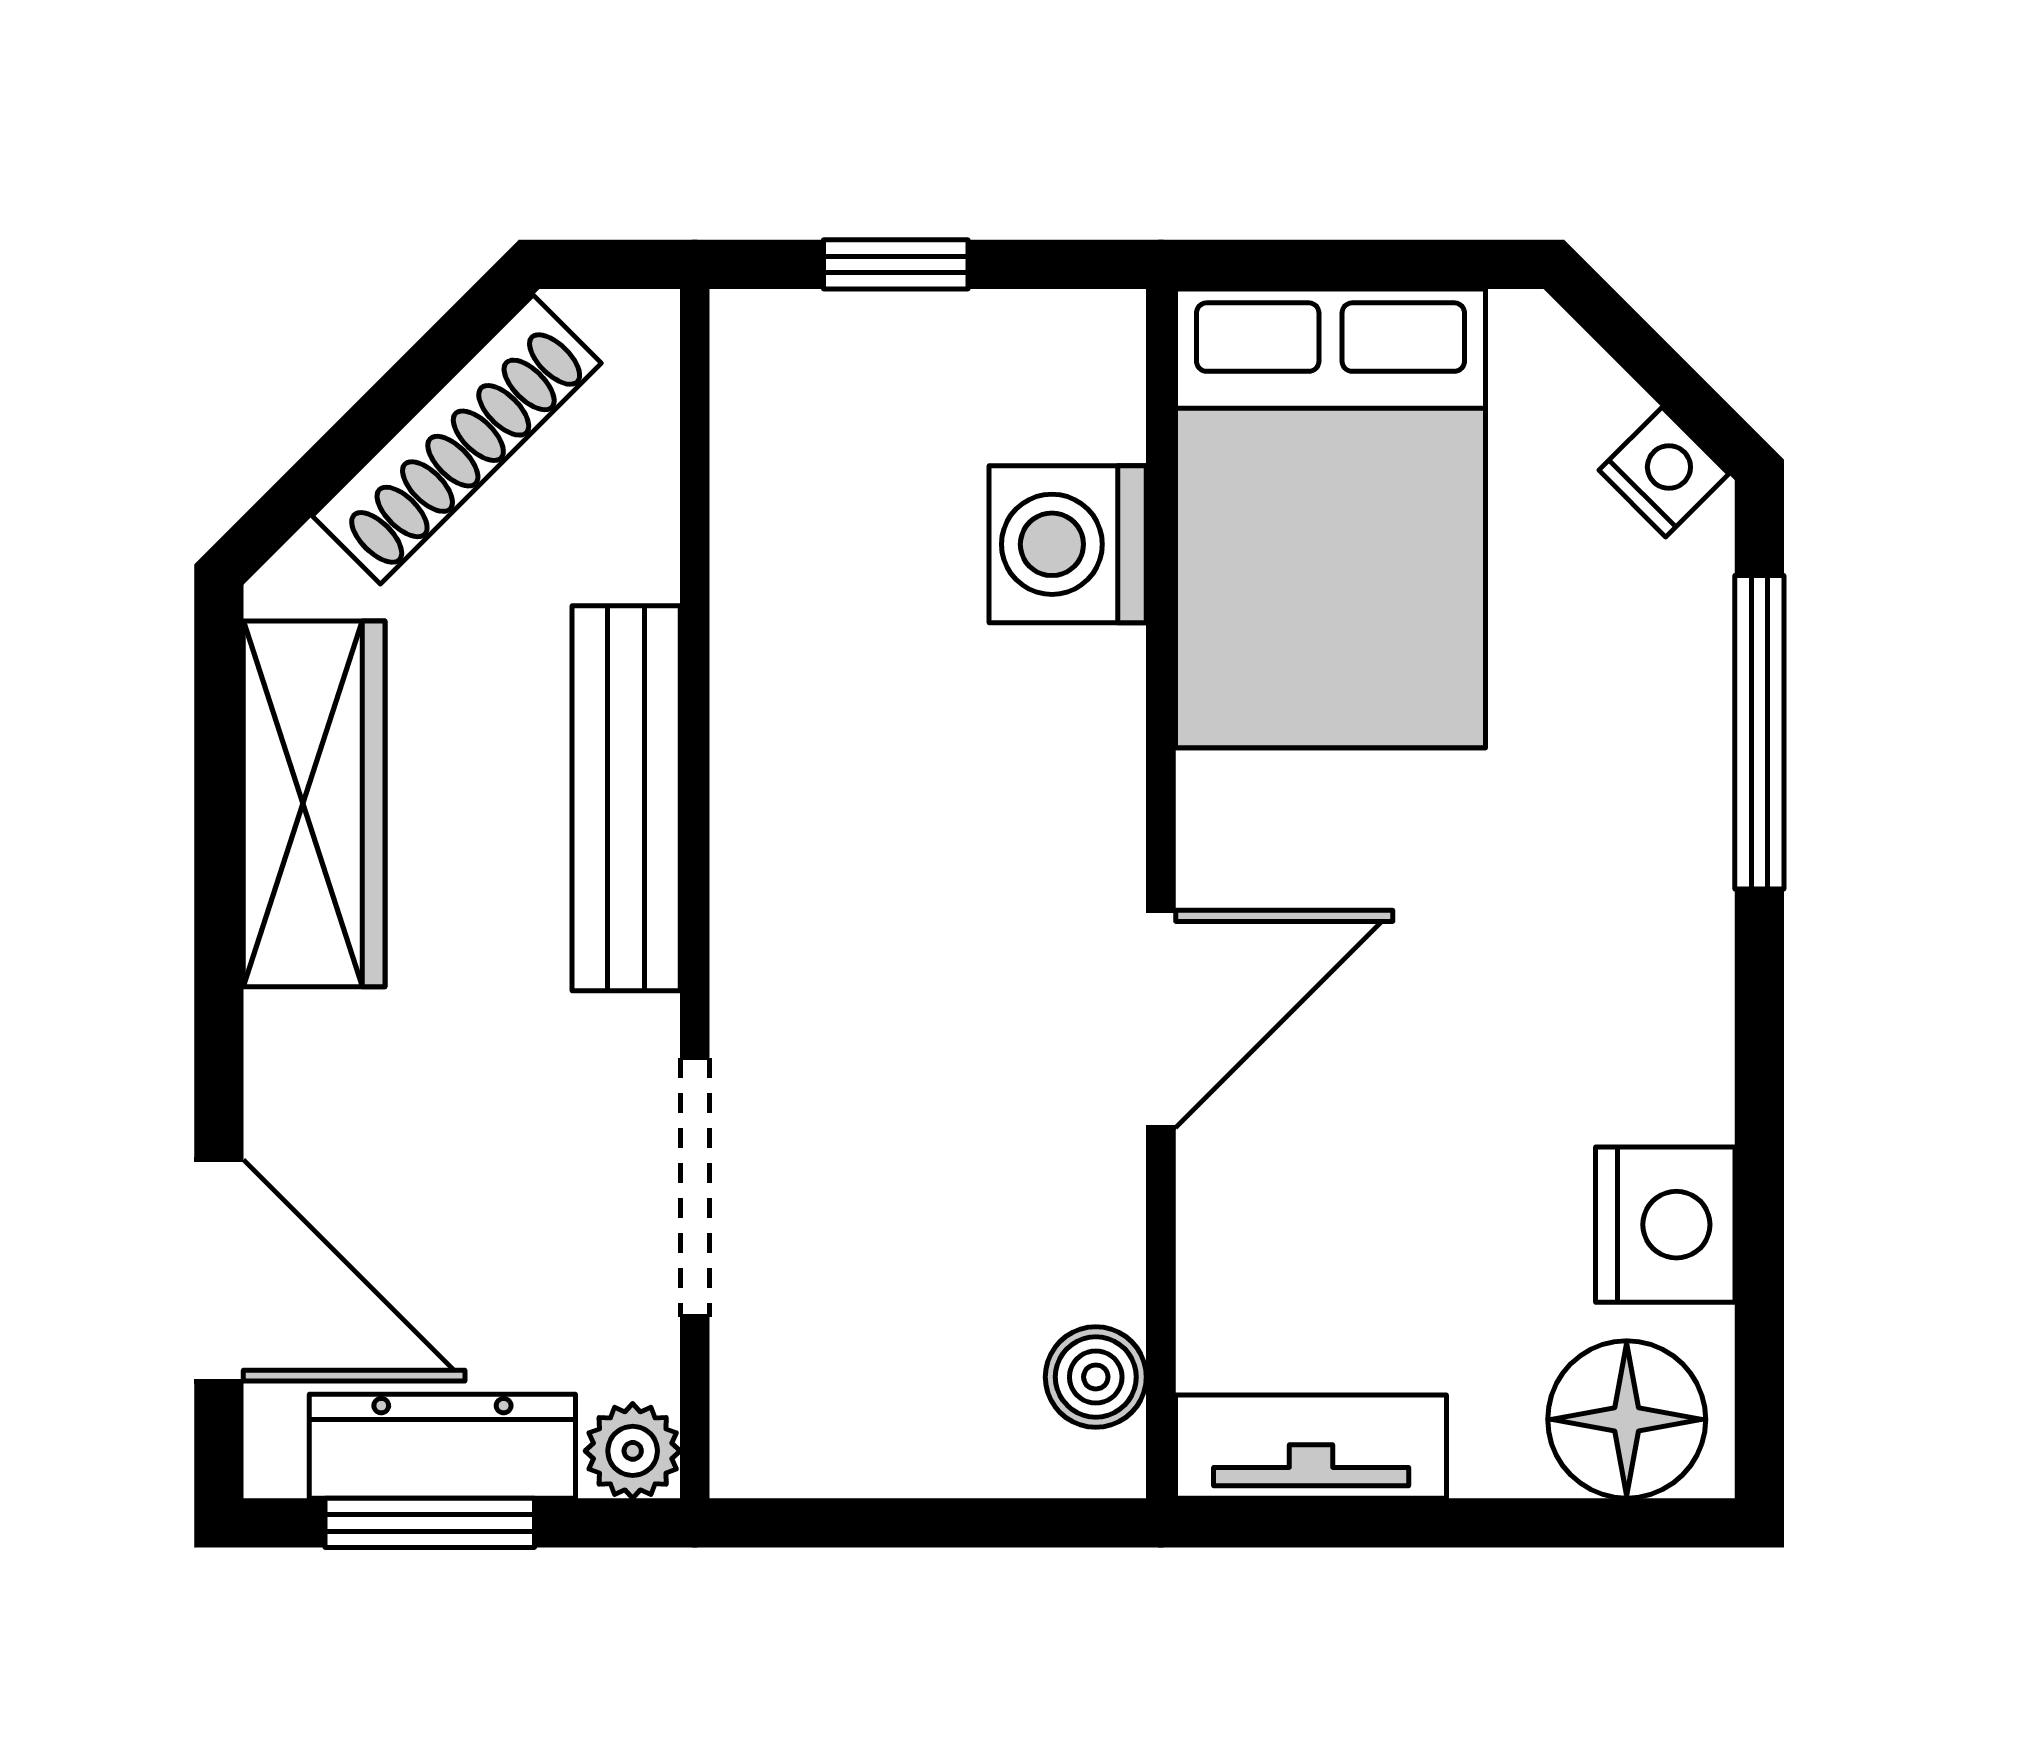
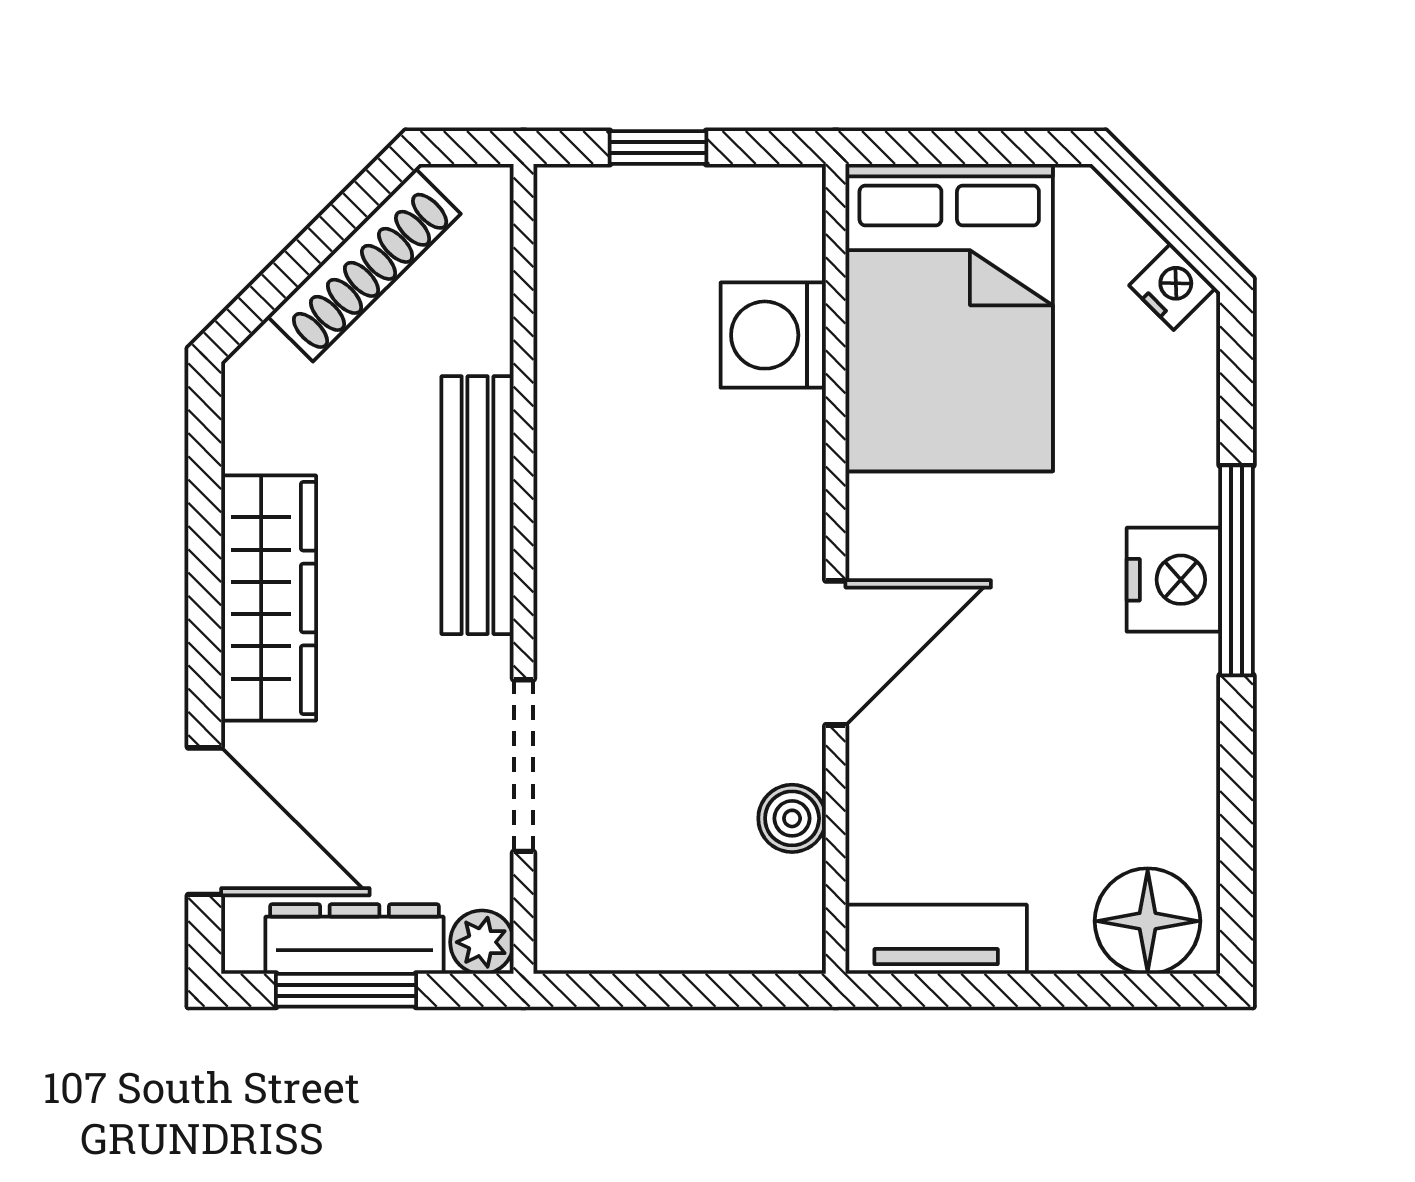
window: (1759, 732) -> (1236, 570), moved
wardrobe: (314, 804) -> (269, 598), moved
nightstand: (1665, 1225) -> (1173, 580), moved
boiler: (1096, 1377) -> (792, 818), moved

